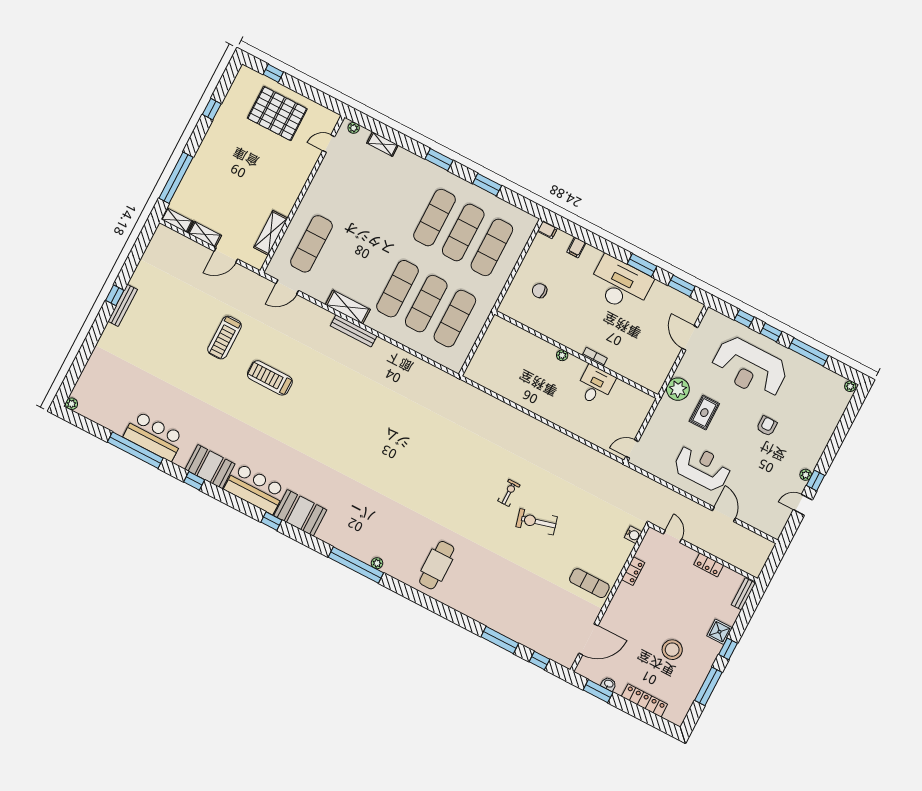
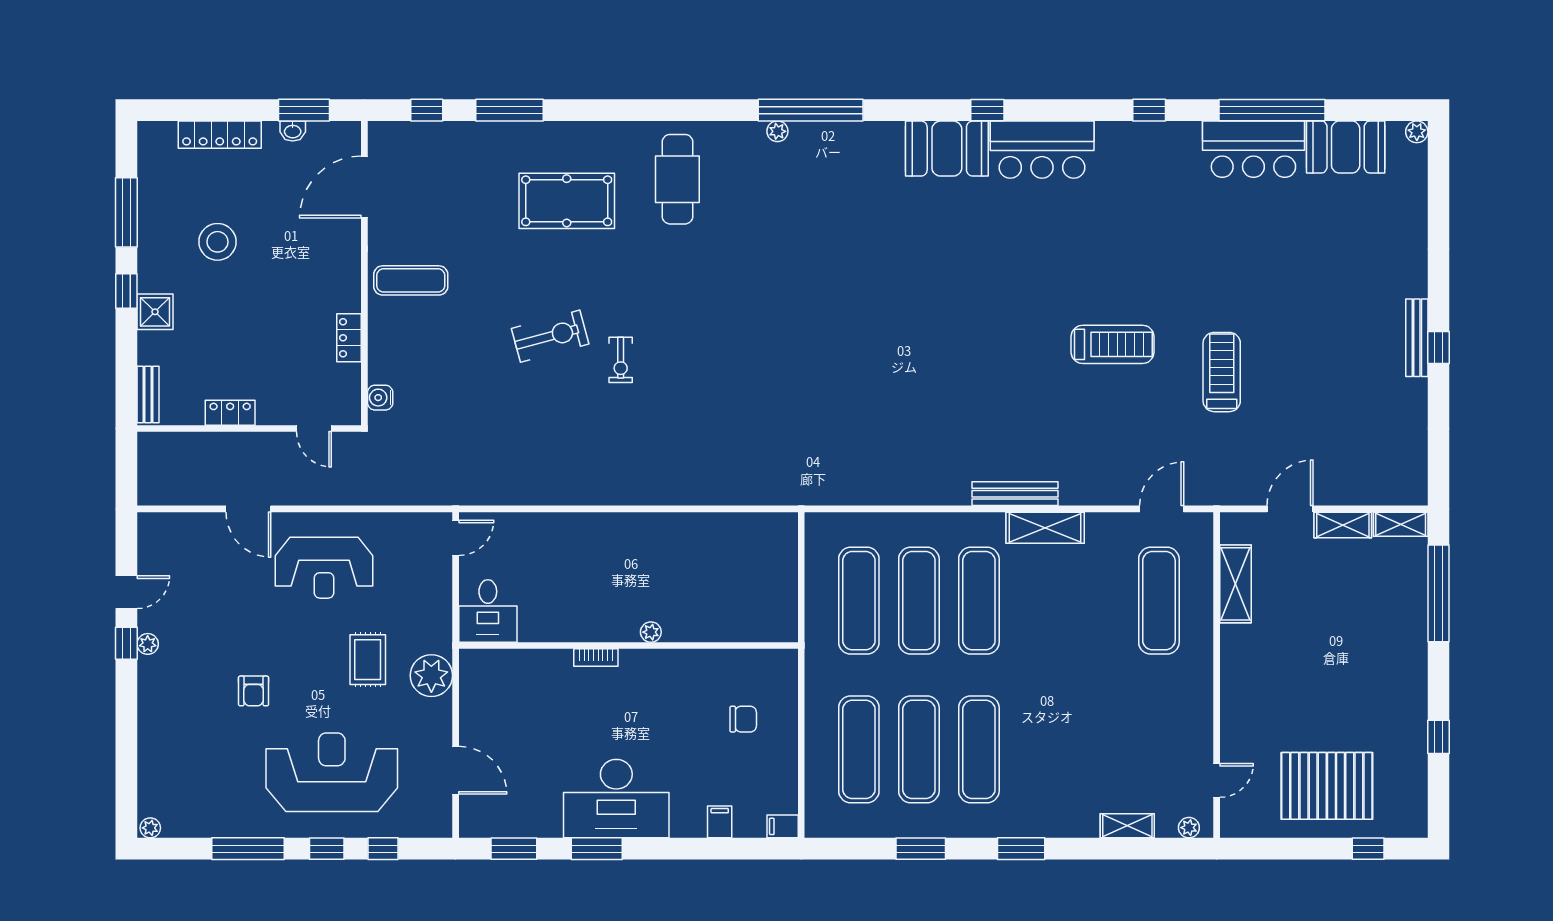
desk: (595, 385) -> (488, 611), moved
booth: (210, 467) -> (1346, 147), moved
pool table: (495, 582) -> (567, 201), added

